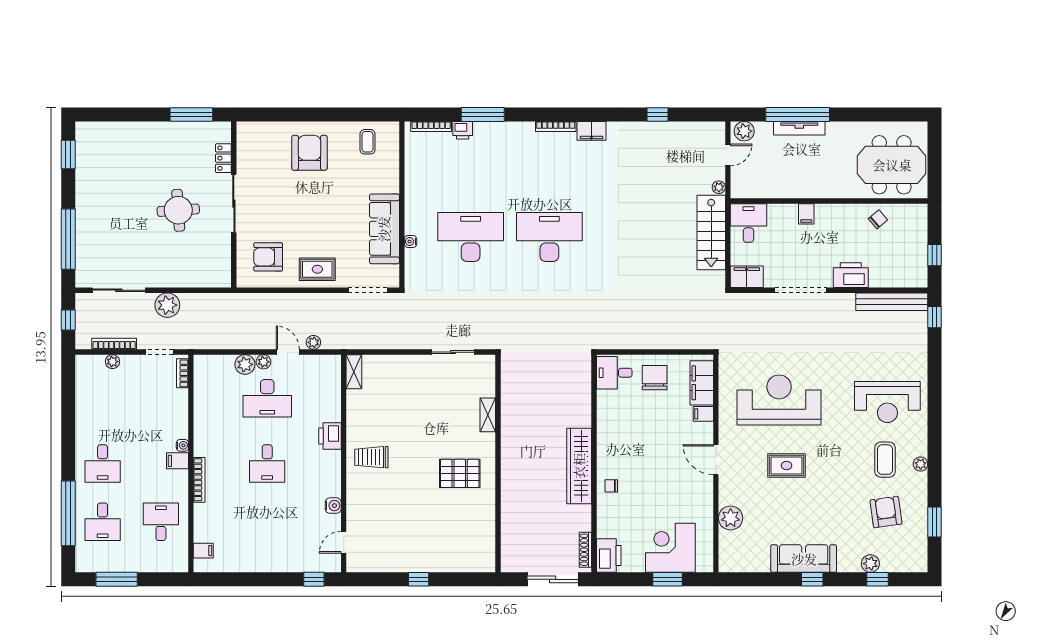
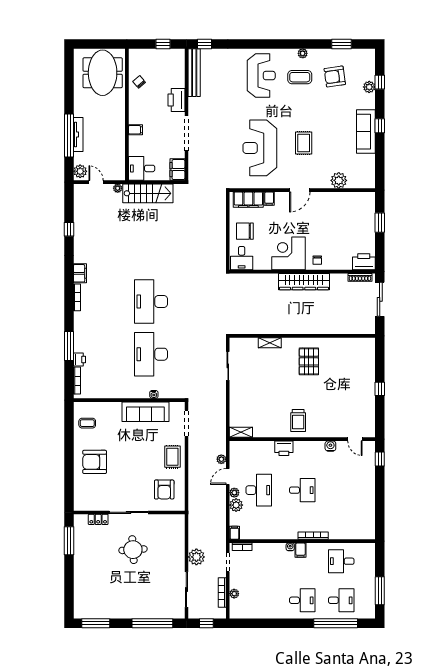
window: (68, 154) -> (96, 623), width x1.44
corner desk: (670, 548) -> (289, 253), moved, turned 90
filing cabinet: (203, 551) -> (234, 533), moved

